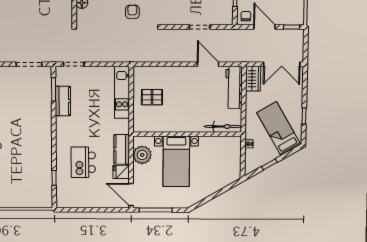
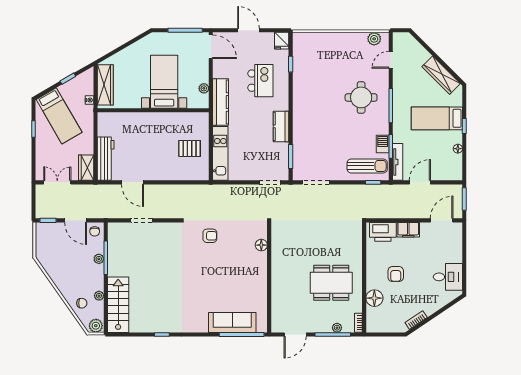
armchair: (132, 12) -> (210, 236), turned -89
double door: (282, 64) -> (57, 182), width x0.73
kitchen counter: (63, 101) -> (281, 126), moved
bicycle: (223, 126) -> (117, 118), removed
kitchen counter: (122, 149) -> (221, 102), width x1.50
plant: (142, 155) -> (204, 88), width x0.53, depth x0.53
wardrobe: (233, 158) -> (105, 85), added
fridge: (121, 172) -> (282, 41), moved, turned 90
door: (95, 210) -> (249, 30), added

